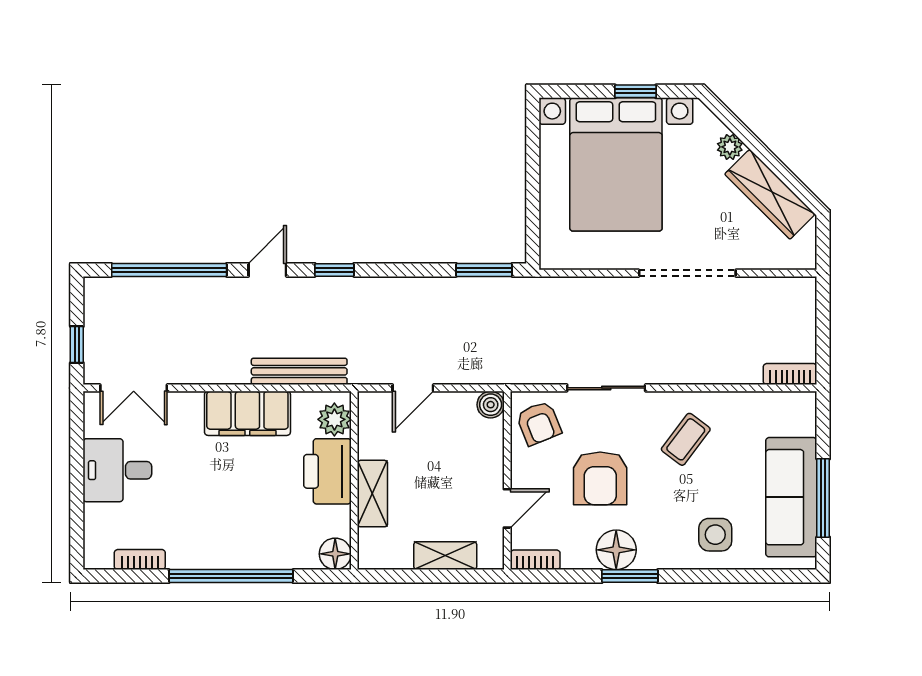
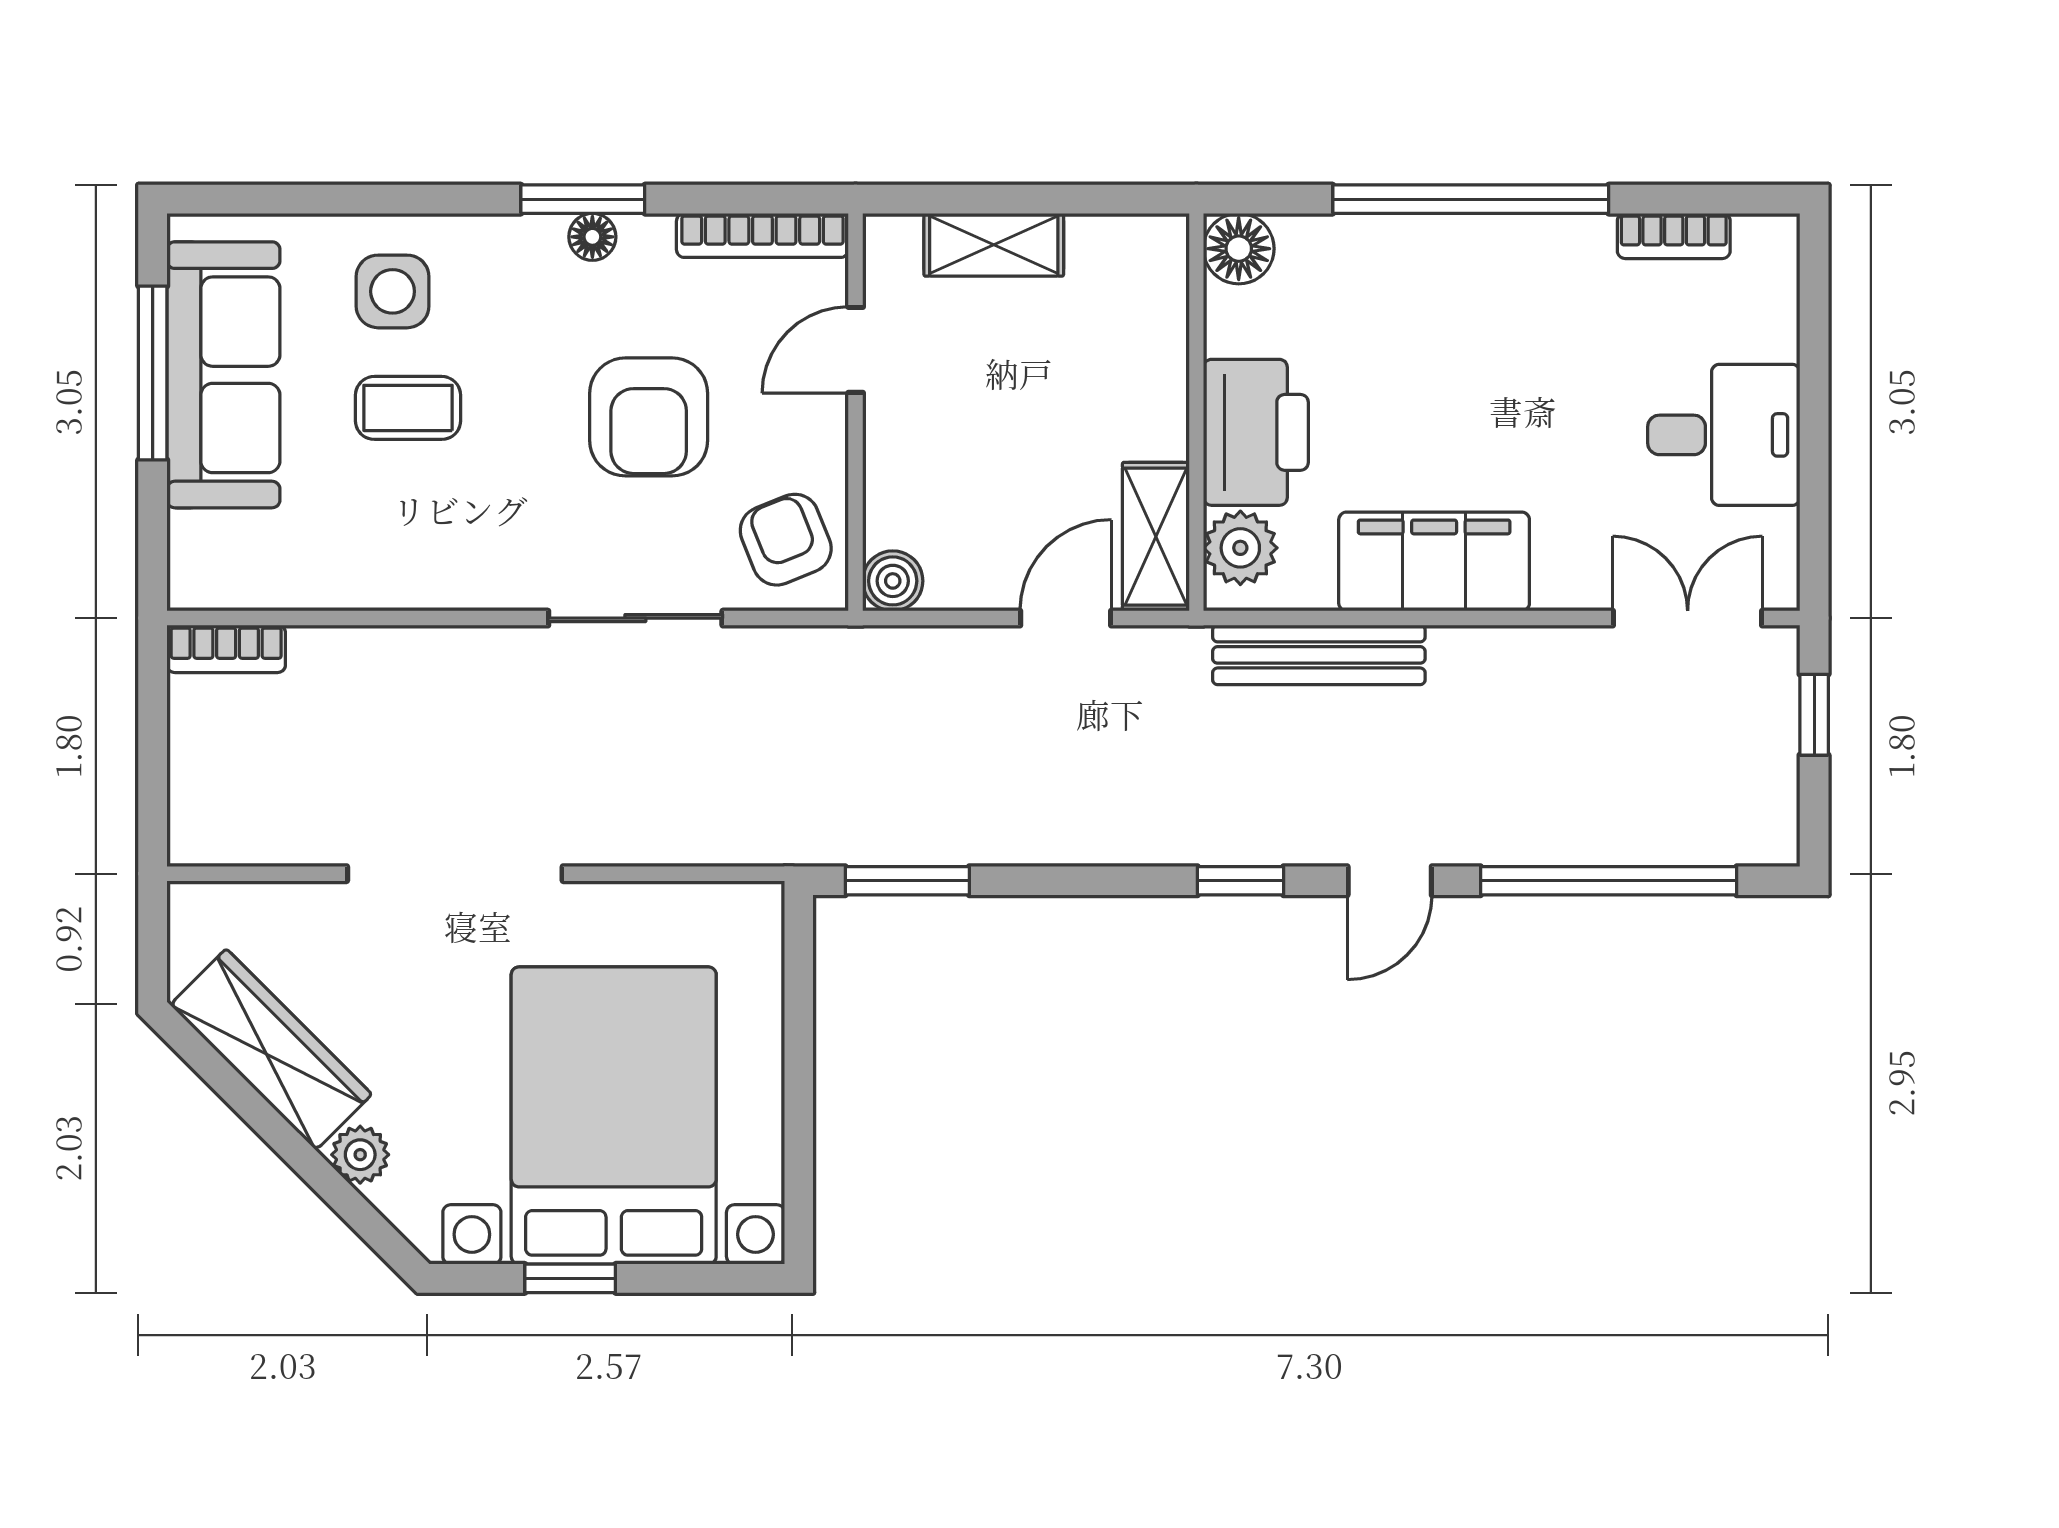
coffee table: (686, 439) -> (408, 408), moved, turned 53
armchair: (600, 478) -> (649, 417), turned 180
shelving: (372, 494) -> (1156, 537), moved
floor lamp: (616, 550) -> (592, 237), width x0.53, depth x0.53
bookcase: (535, 560) -> (762, 235), width x1.56

